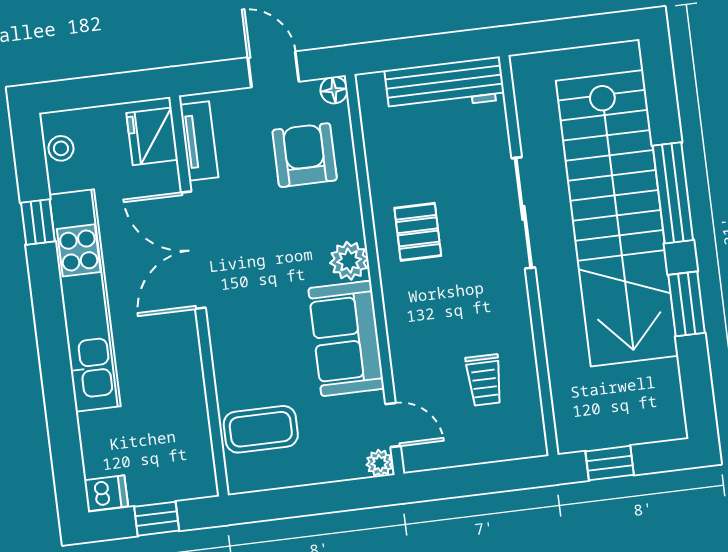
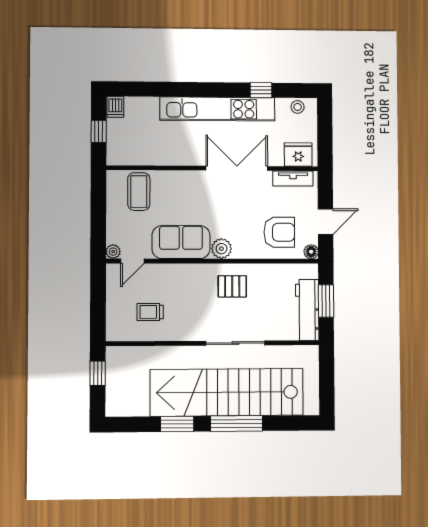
window: (424, 51) -> (326, 301), added

